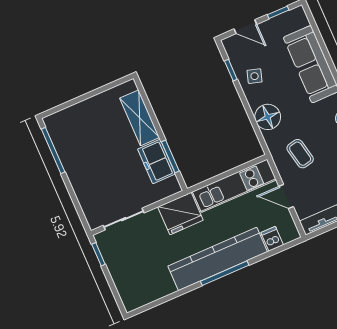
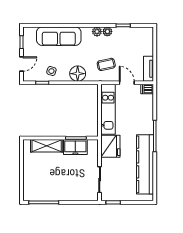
door: (286, 196) -> (127, 83), swing flipped
dishwasher: (272, 239) -> (147, 89), moved
kitchen counter: (218, 259) -> (145, 164), moved

